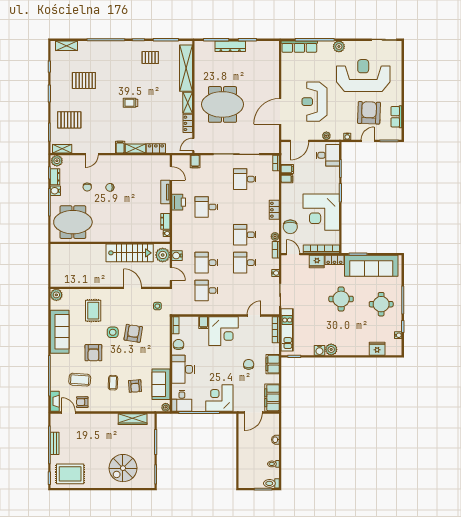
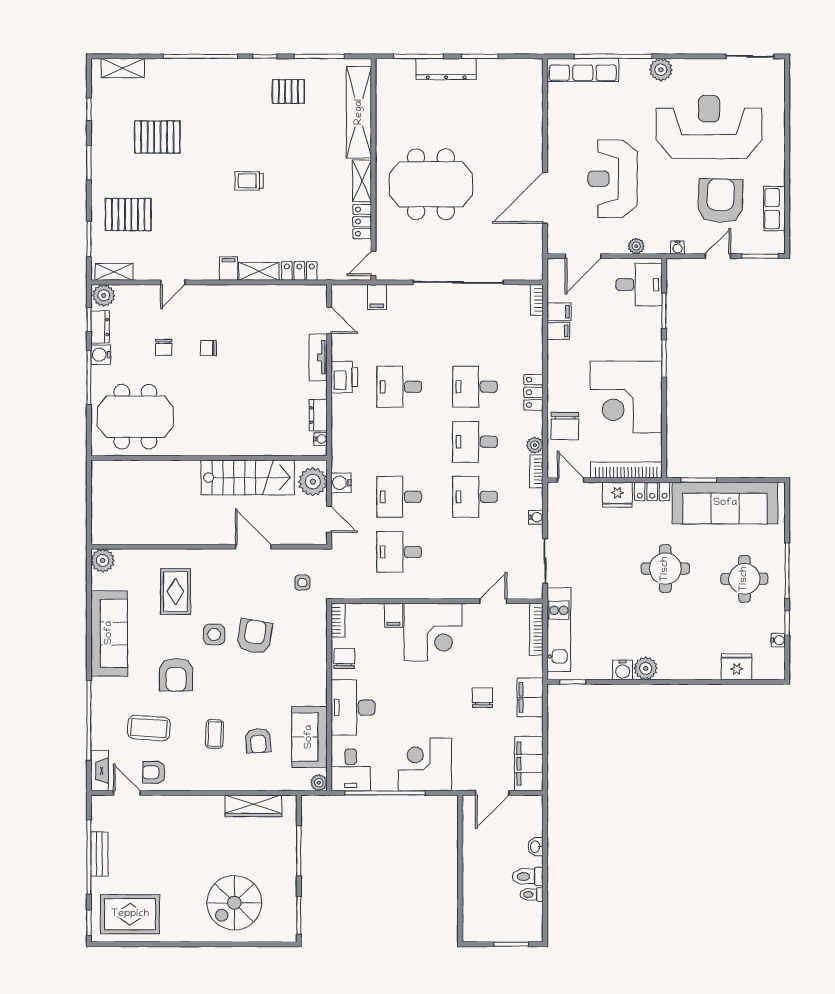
desk: (245, 179) -> (475, 387), moved
toilet: (271, 483) -> (528, 877), moved

